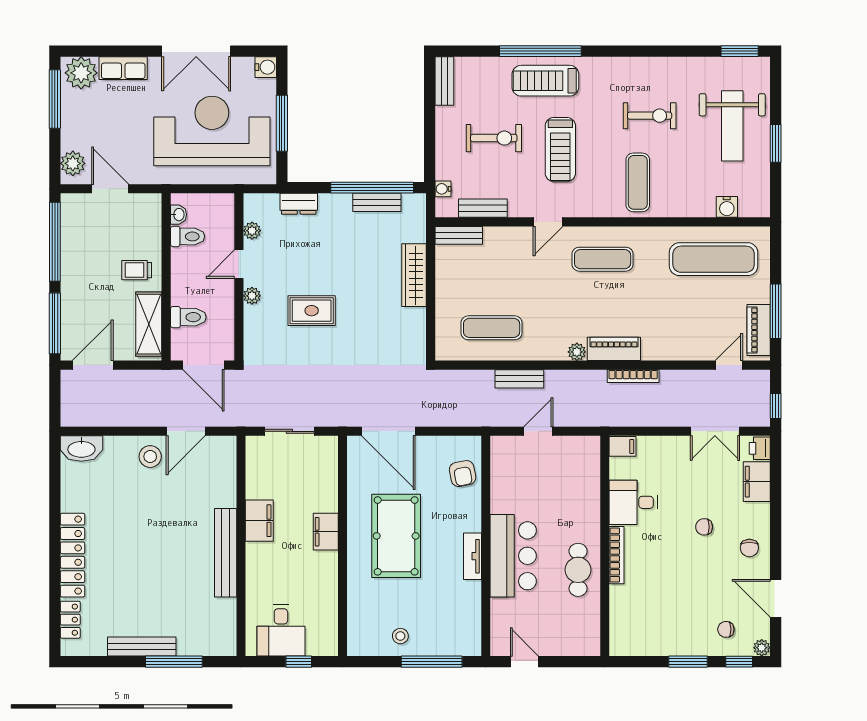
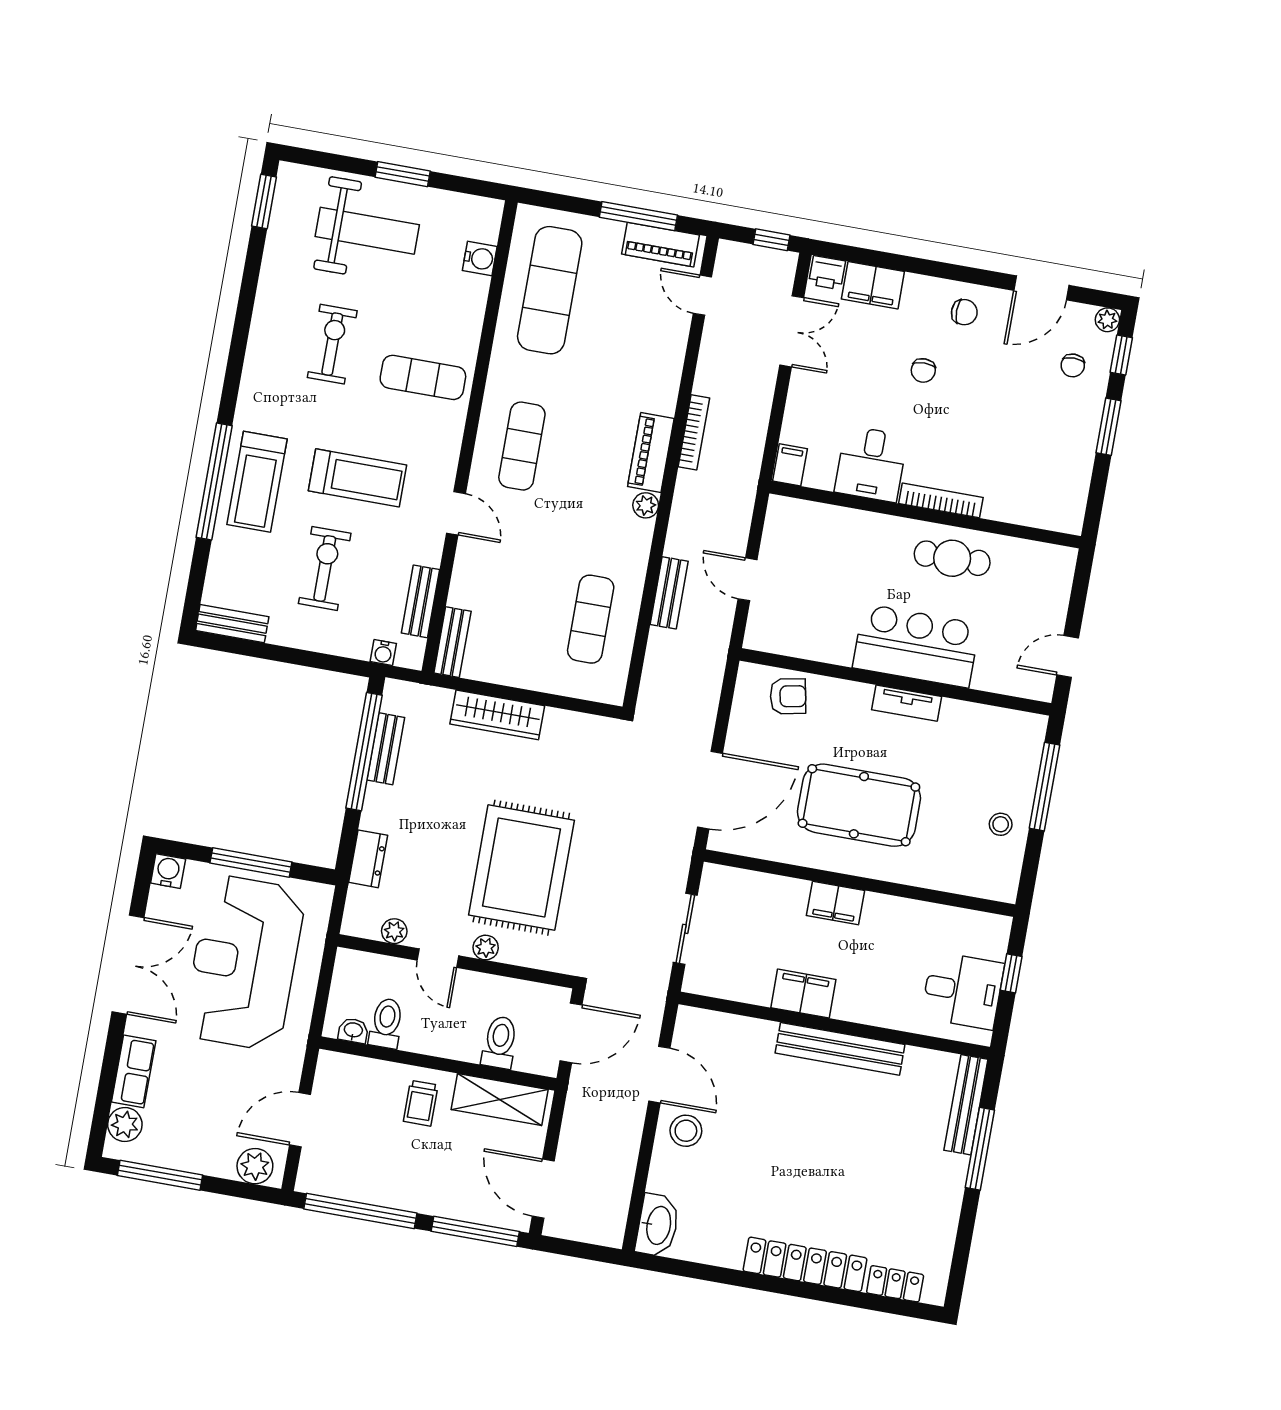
plant: (81, 73) -> (125, 1125), width x0.73, depth x0.73
rug: (312, 311) -> (521, 868), width x1.86, depth x2.06
bench: (142, 647) -> (966, 1105), moved

